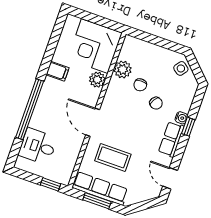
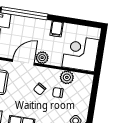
plant: (97, 80) -> (42, 58), moved
chair: (156, 103) -> (40, 89), moved

